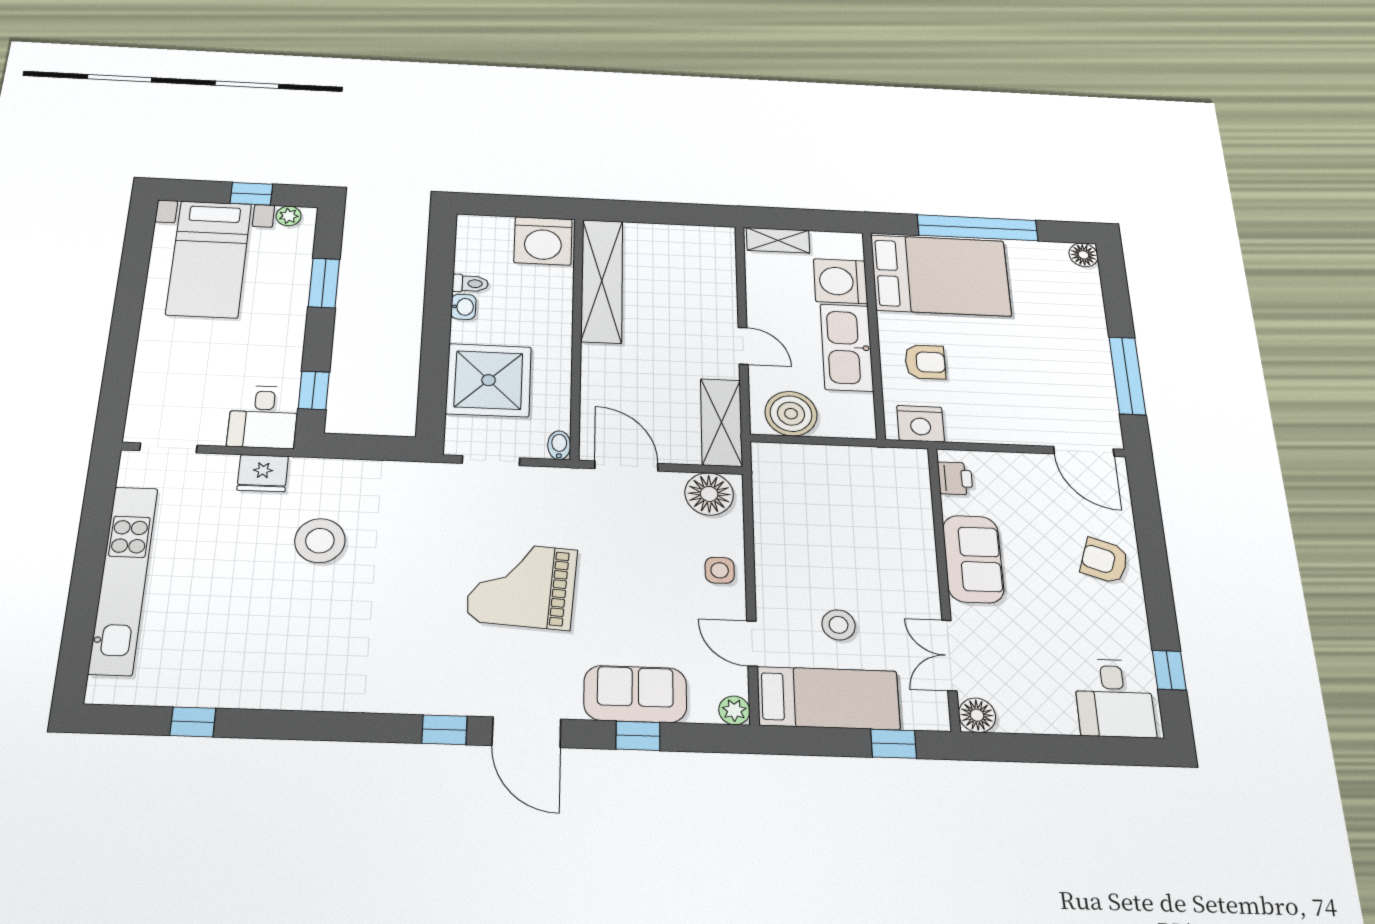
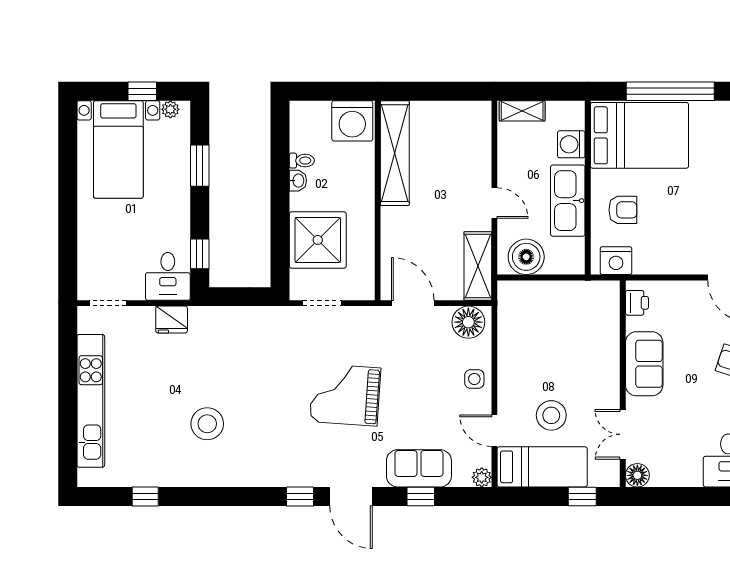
washing machine: (841, 281) -> (571, 144), width x0.73, depth x0.73
bidet: (559, 445) -> (367, 289), removed
stool: (320, 541) -> (207, 424), moved
stool: (839, 625) -> (551, 415), width x1.38, depth x1.38

